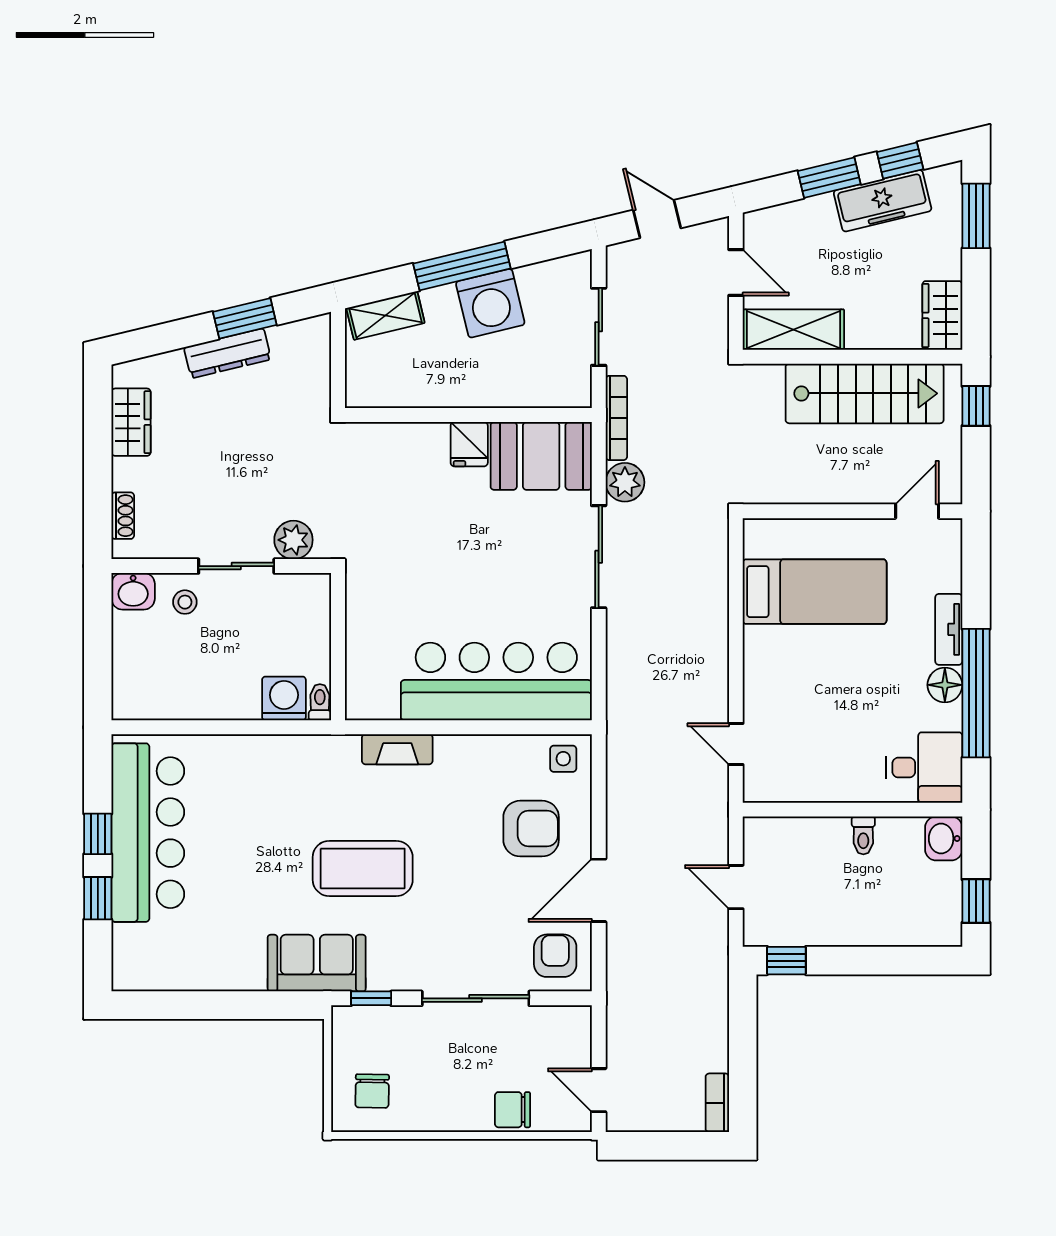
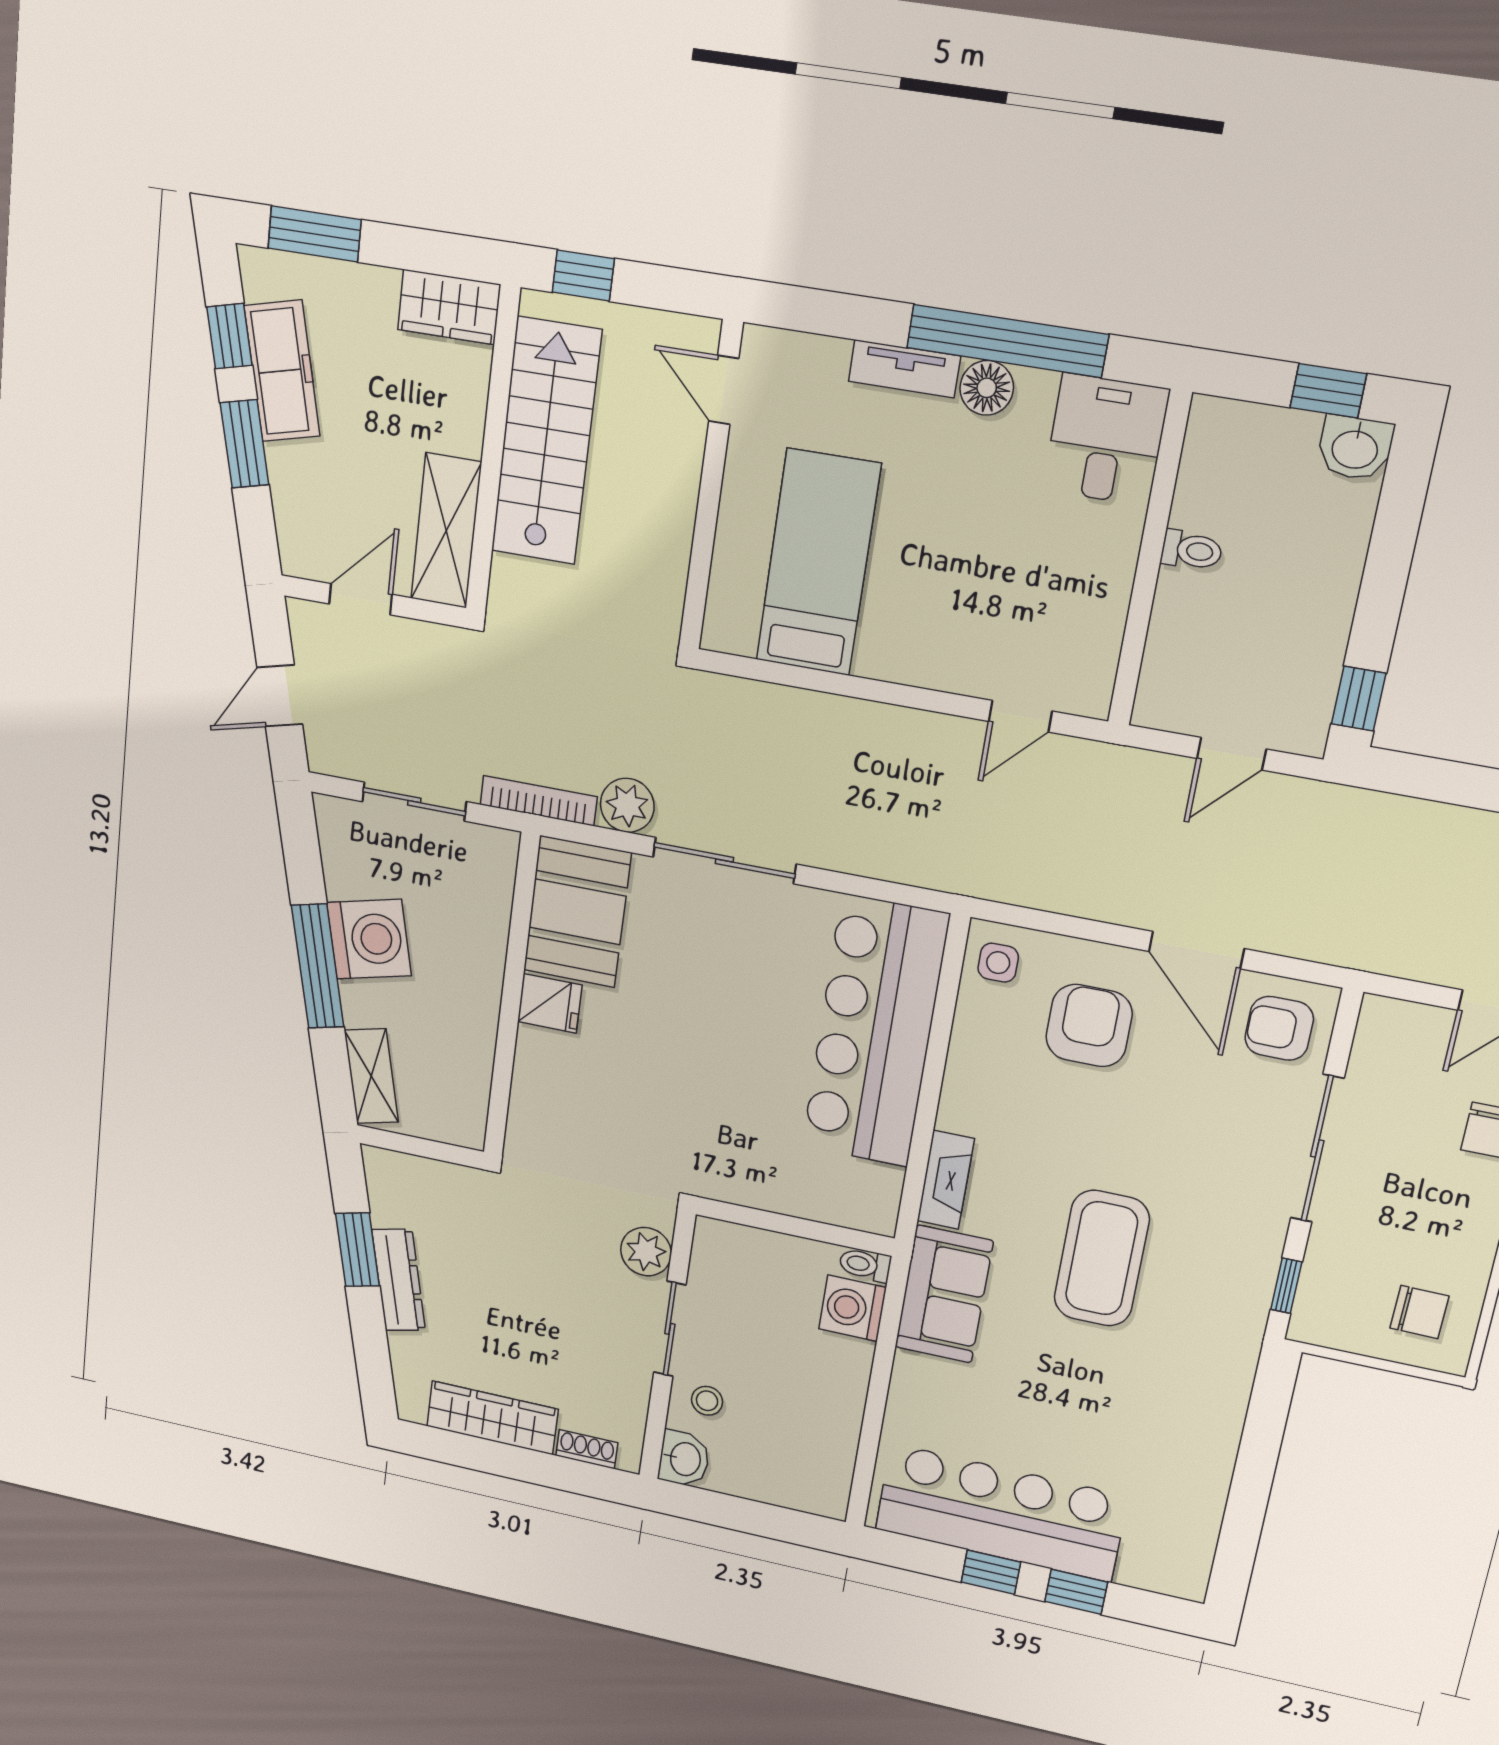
wardrobe: (131, 422) -> (492, 1418), width x1.50
washbasin: (944, 838) -> (1355, 448), moved
sofa: (317, 963) -> (944, 1294), moved, turned 180

